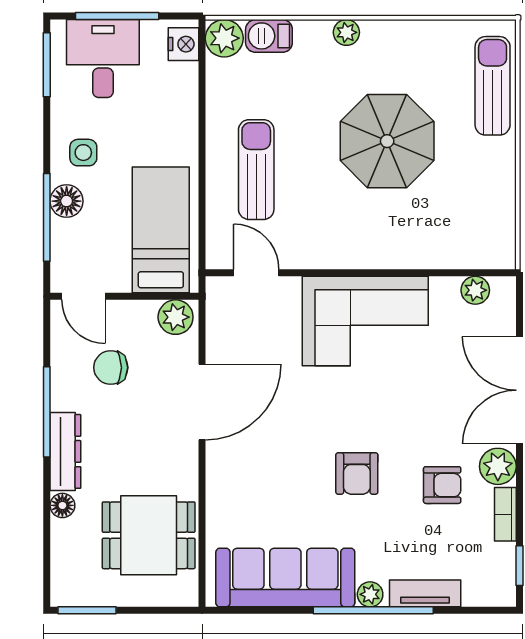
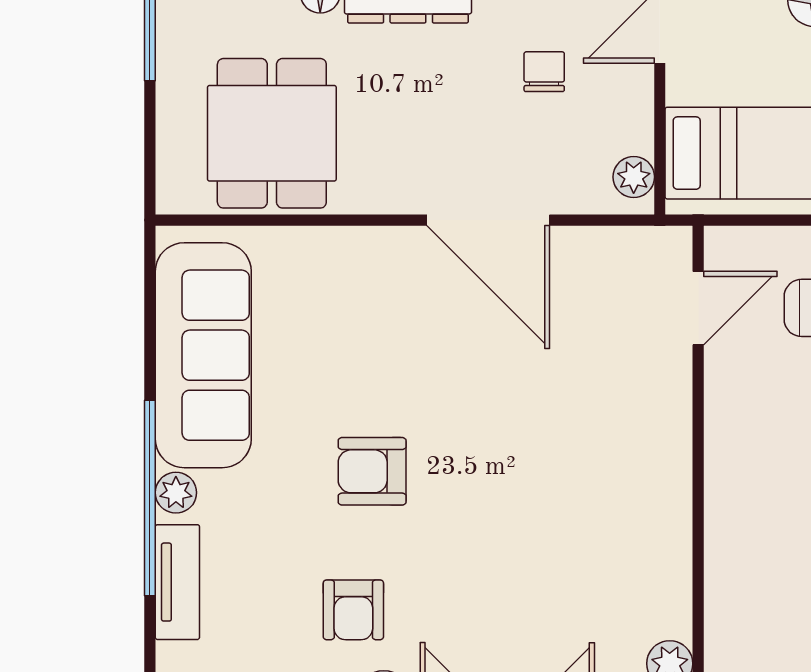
plant: (176, 317) -> (634, 177), width x0.73, depth x0.73
corner sofa: (365, 321) -> (620, 485), removed
chair: (111, 368) -> (544, 72), width x0.73, depth x0.73

